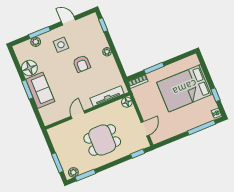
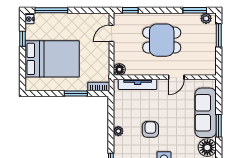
sofa: (40, 90) -> (206, 113), width x1.36

